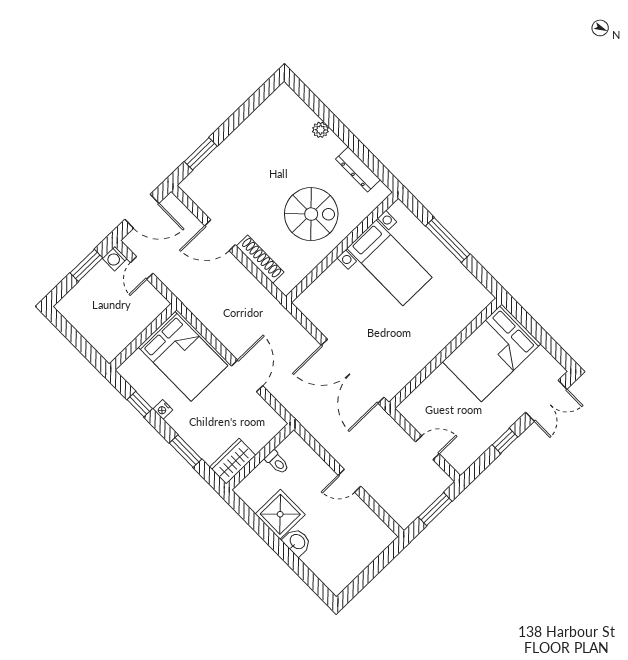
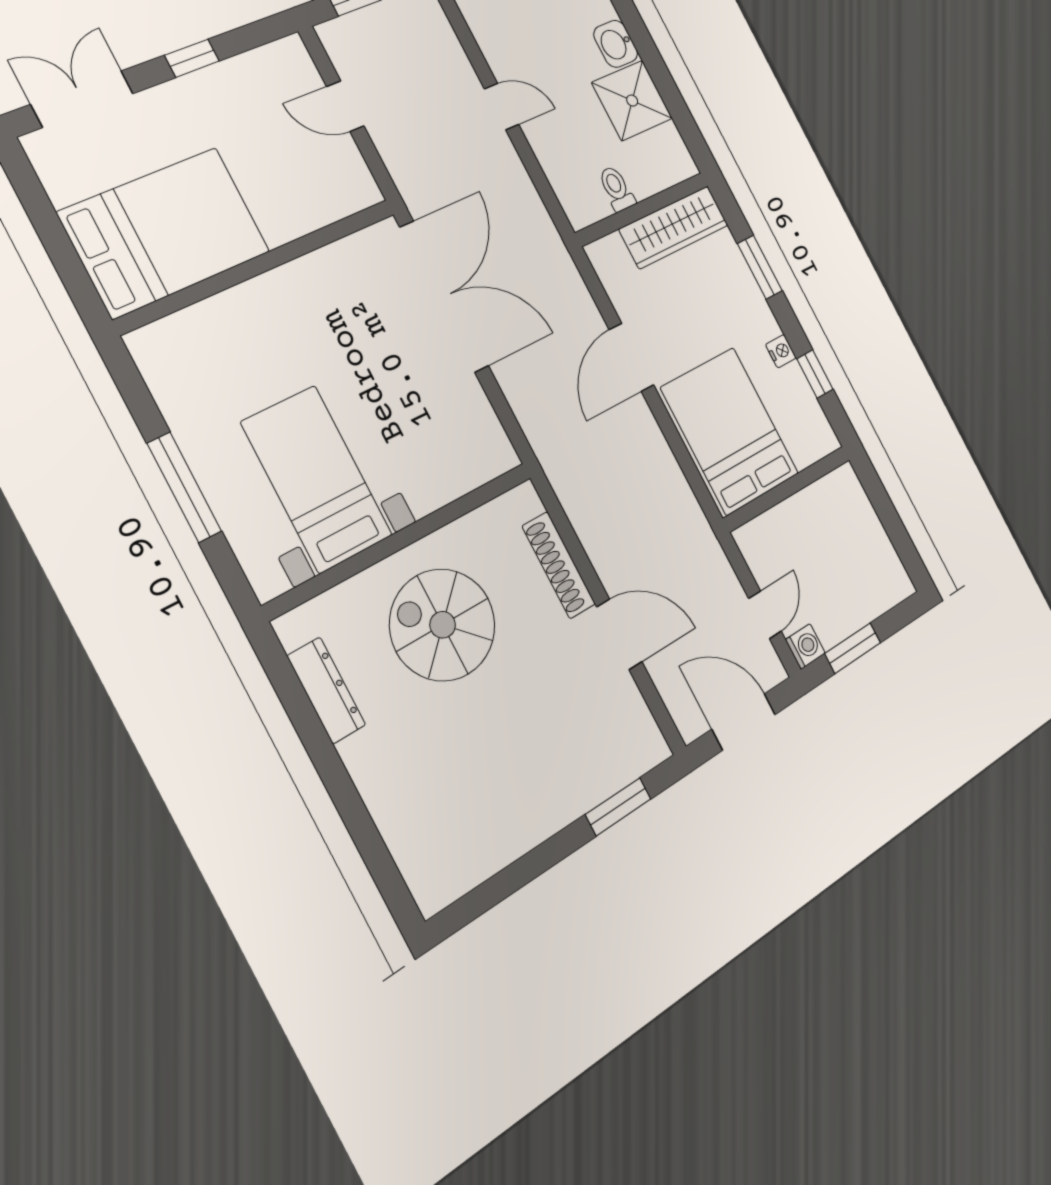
plant: (320, 130) -> (379, 796), removed
wardrobe: (233, 461) -> (674, 227), width x1.50

